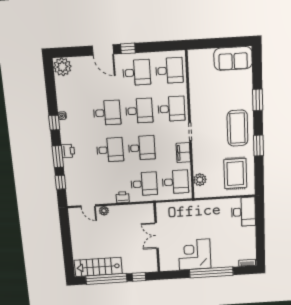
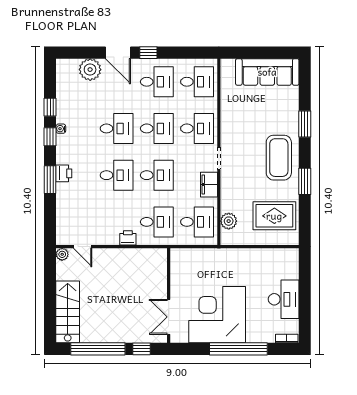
sofa: (233, 58) -> (267, 72), width x1.36
plant: (62, 67) -> (90, 70), moved
rug: (235, 173) -> (274, 216), turned 90
window: (60, 182) -> (50, 107), moved
plant: (104, 211) -> (62, 254), moved
desk: (243, 212) -> (284, 299), moved
double door: (157, 236) -> (169, 317), moved
corner desk: (195, 254) -> (217, 315), width x1.36, depth x1.36
stairs: (98, 267) -> (68, 312), moved, turned 90

